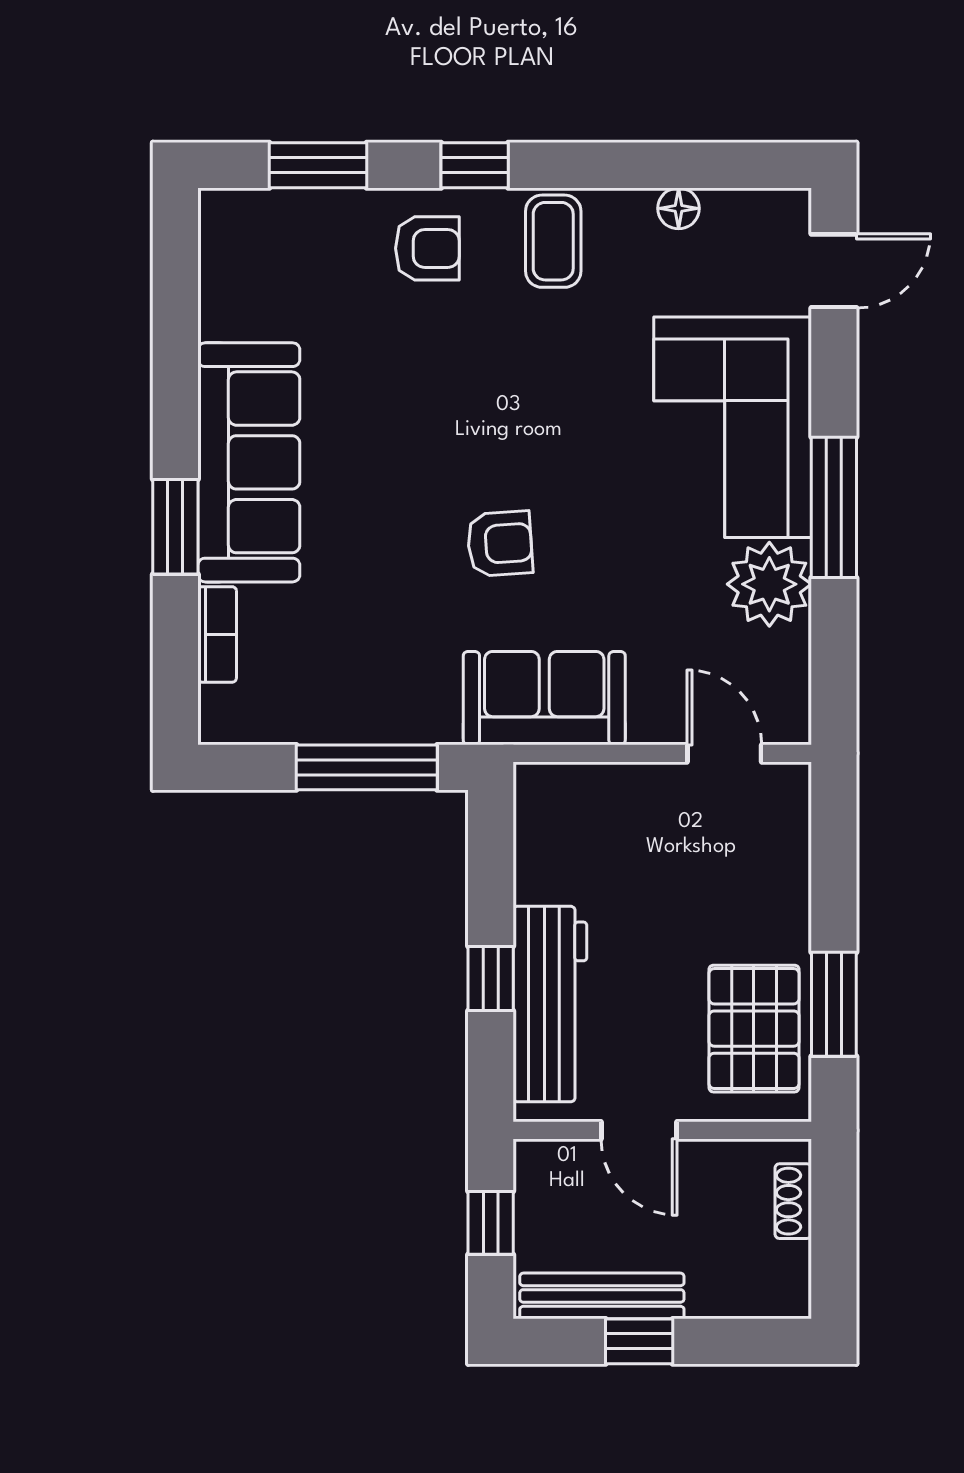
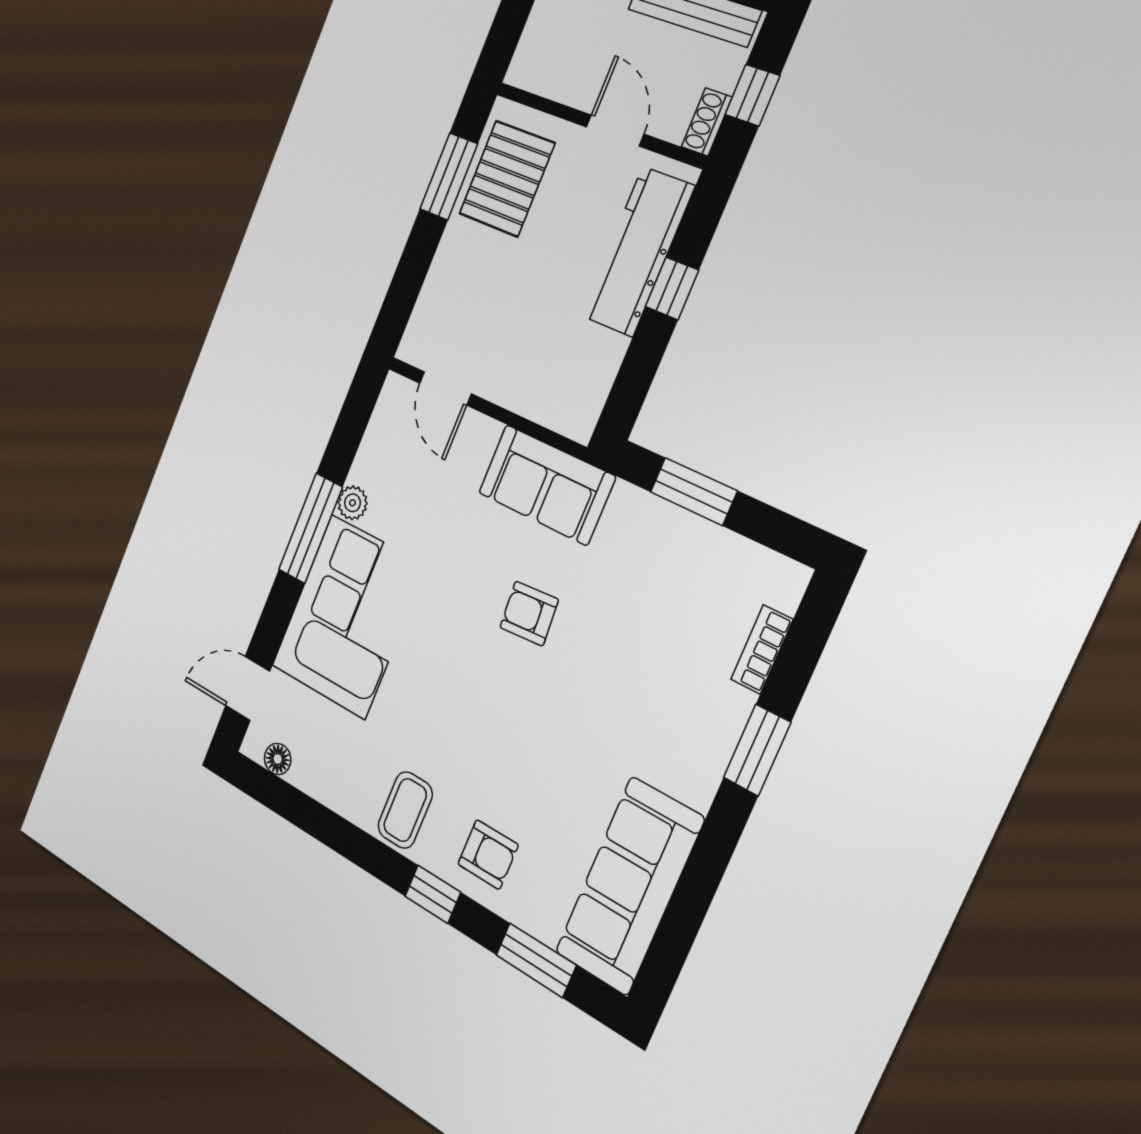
floor lamp: (679, 208) -> (278, 759), moved
armchair: (427, 248) -> (488, 854), turned 180
sofa: (249, 462) -> (629, 886), moved
plant: (769, 584) -> (353, 503), width x0.53, depth x0.53
window: (367, 767) -> (694, 491), width x0.69
shoe rack: (793, 1201) -> (707, 122), moved, turned 180

